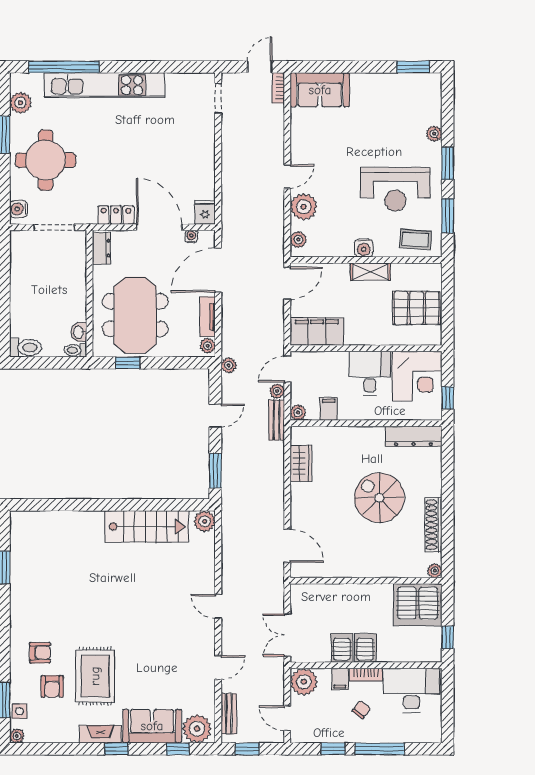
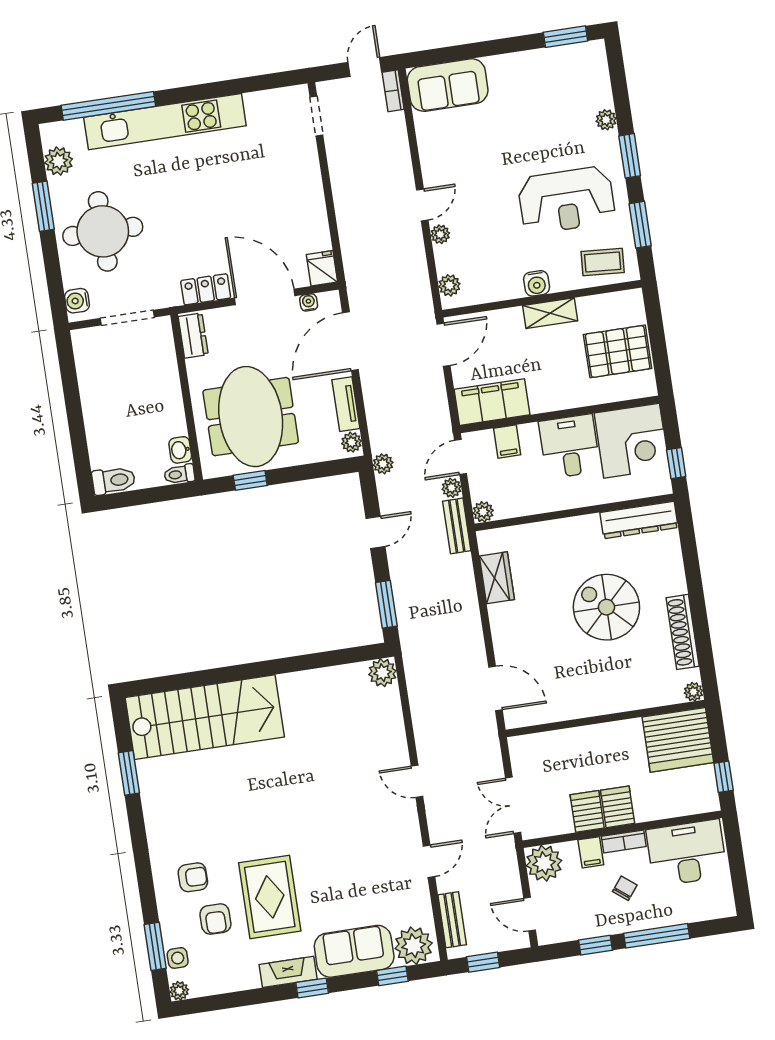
plant: (304, 207) -> (440, 234), width x0.53, depth x0.53
filing cabinet: (329, 409) -> (507, 442), moved, turned 180
stairs: (147, 526) -> (205, 717), moved, width x1.36, depth x1.51

